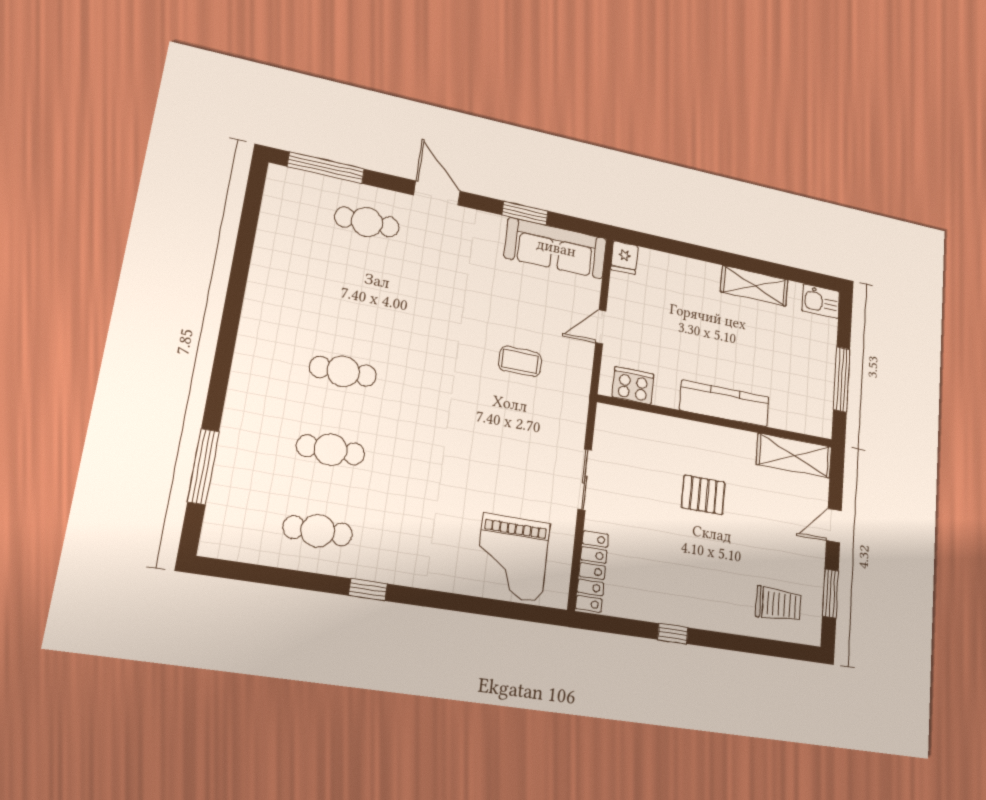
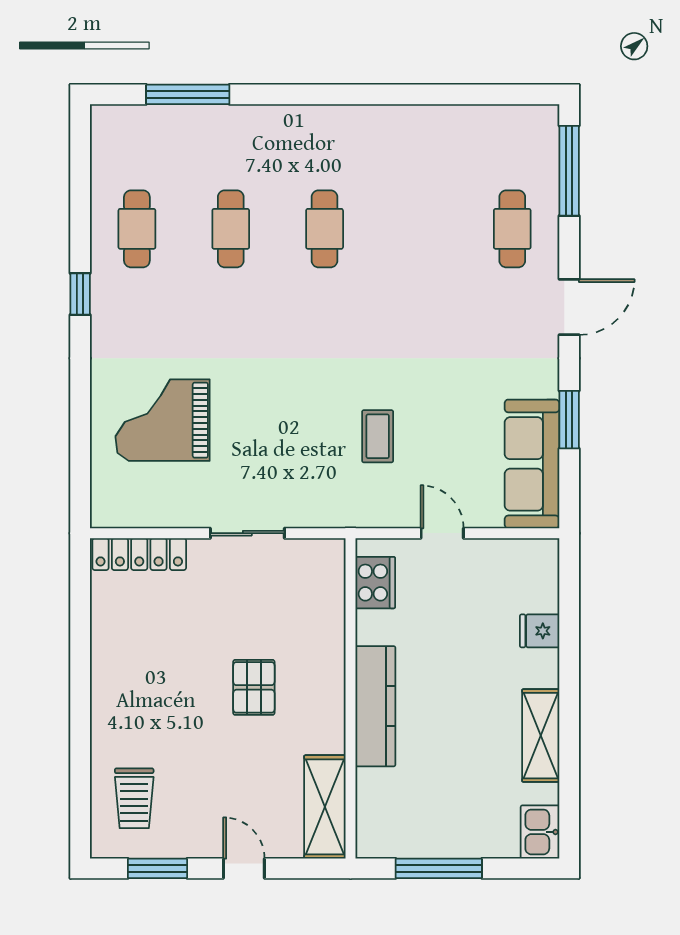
fridge: (624, 258) -> (540, 631), moved
grand piano: (512, 558) -> (163, 420), moved
window: (673, 634) -> (80, 663), removed

